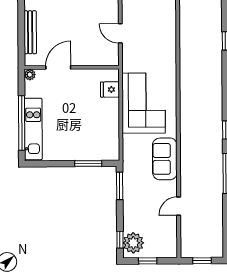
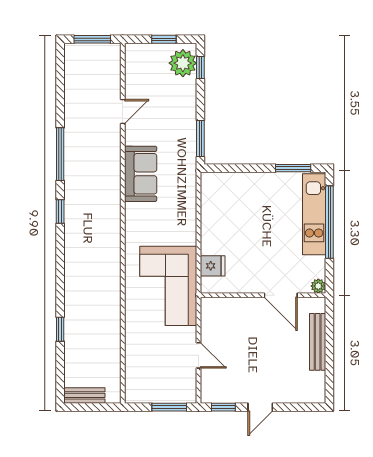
door: (120, 33) -> (199, 355), moved
door: (58, 67) -> (281, 295), hinge flipped
corner sofa: (144, 103) -> (168, 286), moved
window: (88, 164) -> (293, 168), moved
window: (202, 261) -> (92, 39), width x1.50

